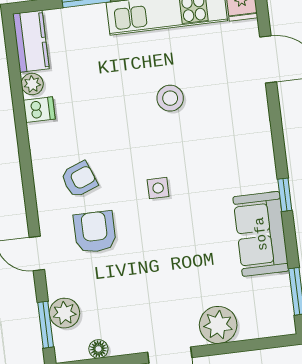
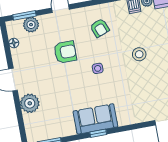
stool: (170, 98) -> (139, 54), moved
armchair: (95, 232) -> (65, 52), moved
sofa: (261, 234) -> (95, 119), moved

